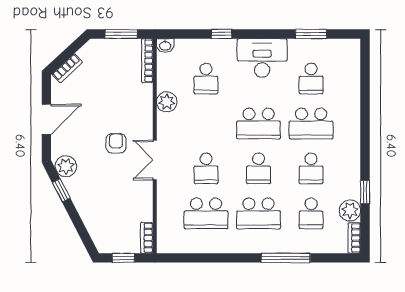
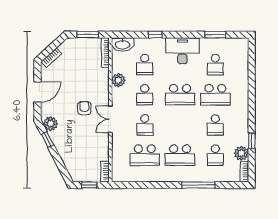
washbasin: (165, 45) -> (123, 44), width x1.91, depth x1.45
school desk: (259, 168) -> (145, 95), moved

